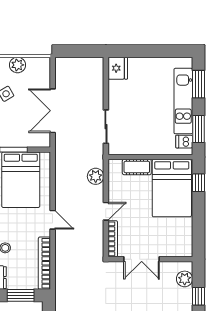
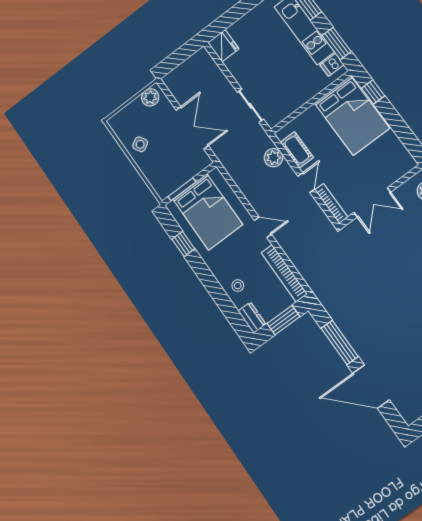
plant: (18, 65) -> (150, 97), moved
double door: (53, 111) -> (192, 128), swing flipped
cot: (137, 167) -> (297, 150), moved, turned 90

